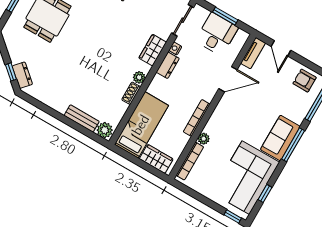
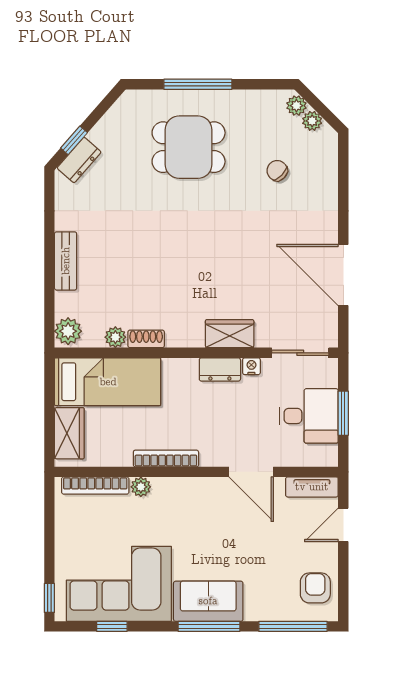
plant: (139, 77) -> (115, 337), moved
bench: (82, 118) -> (66, 261), moved

